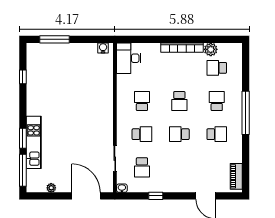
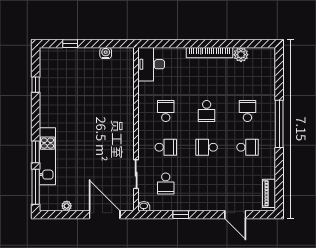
window: (54, 39) -> (70, 44), width x0.46
water cooler: (103, 48) -> (106, 53), moved
school desk: (217, 68) -> (247, 75), removed

